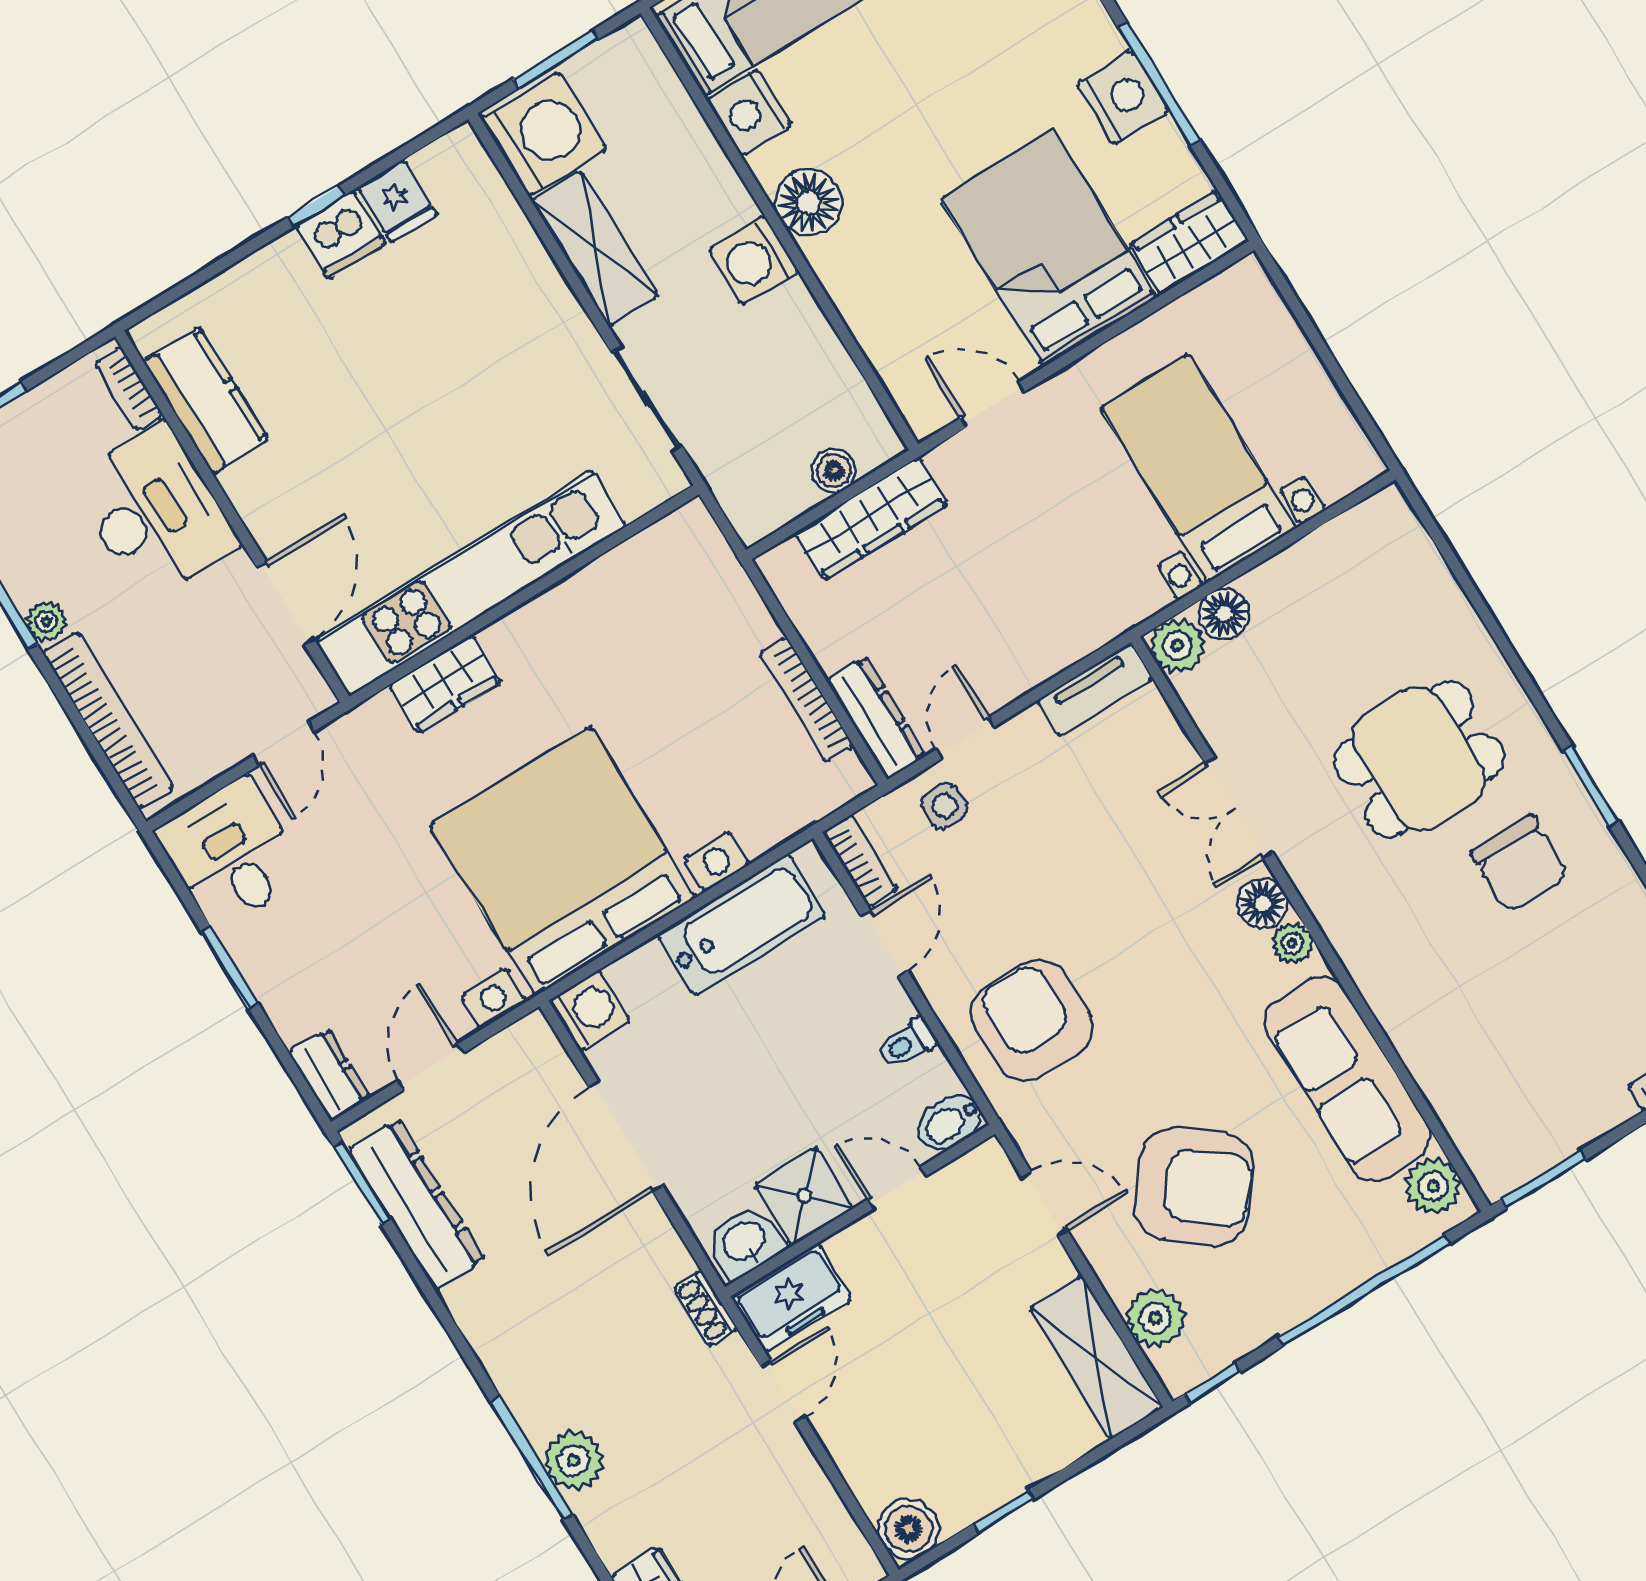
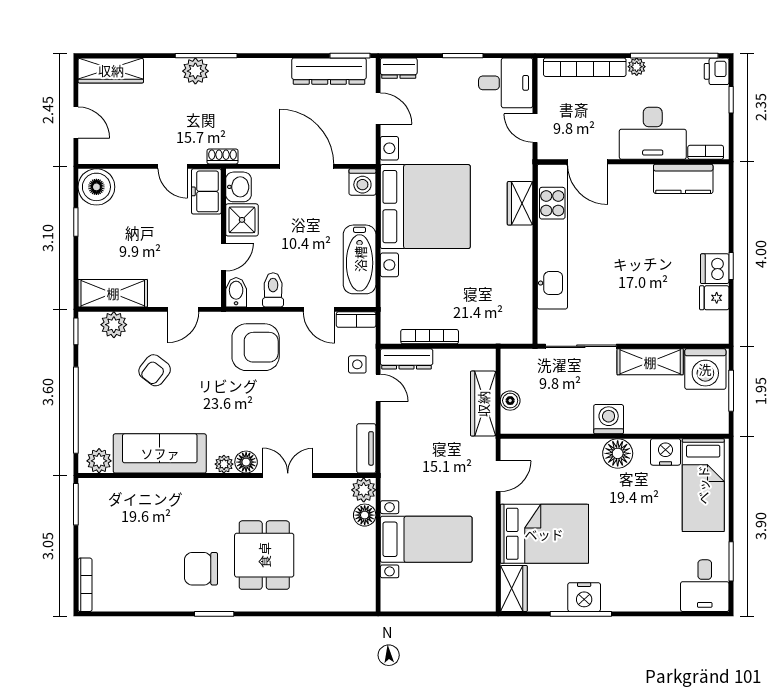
sliding door: (647, 399) -> (581, 346), width x1.37
toilet: (907, 1043) -> (273, 290), width x1.37, depth x1.39
armchair: (1194, 1186) -> (155, 370), width x0.53, depth x0.53
boiler: (908, 1529) -> (96, 187), width x1.37, depth x1.37

